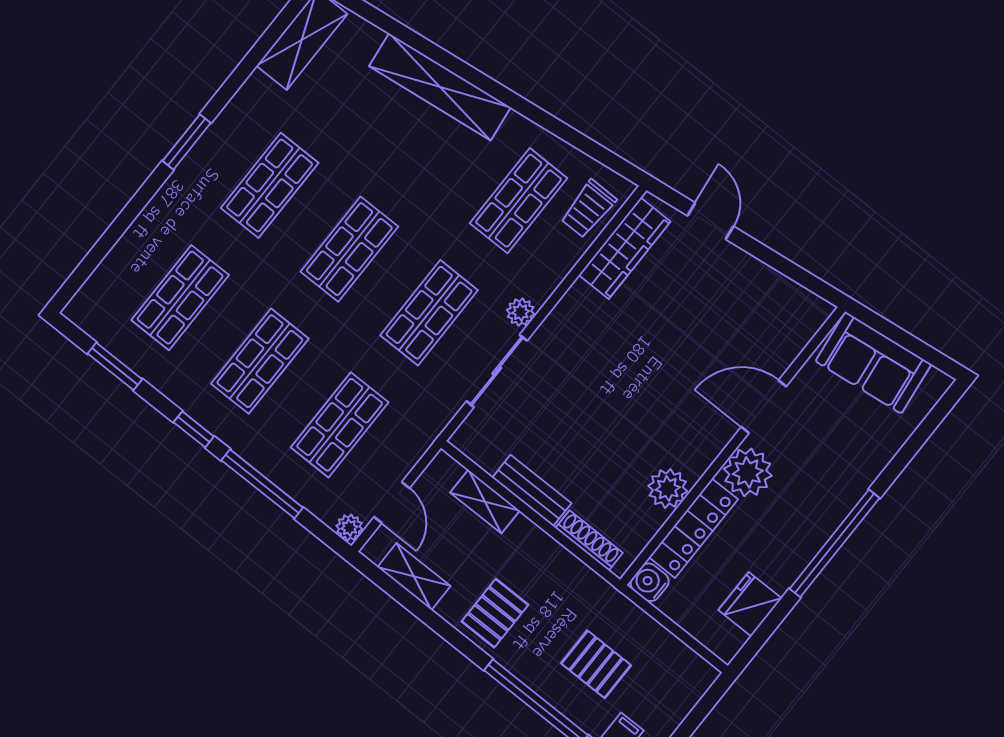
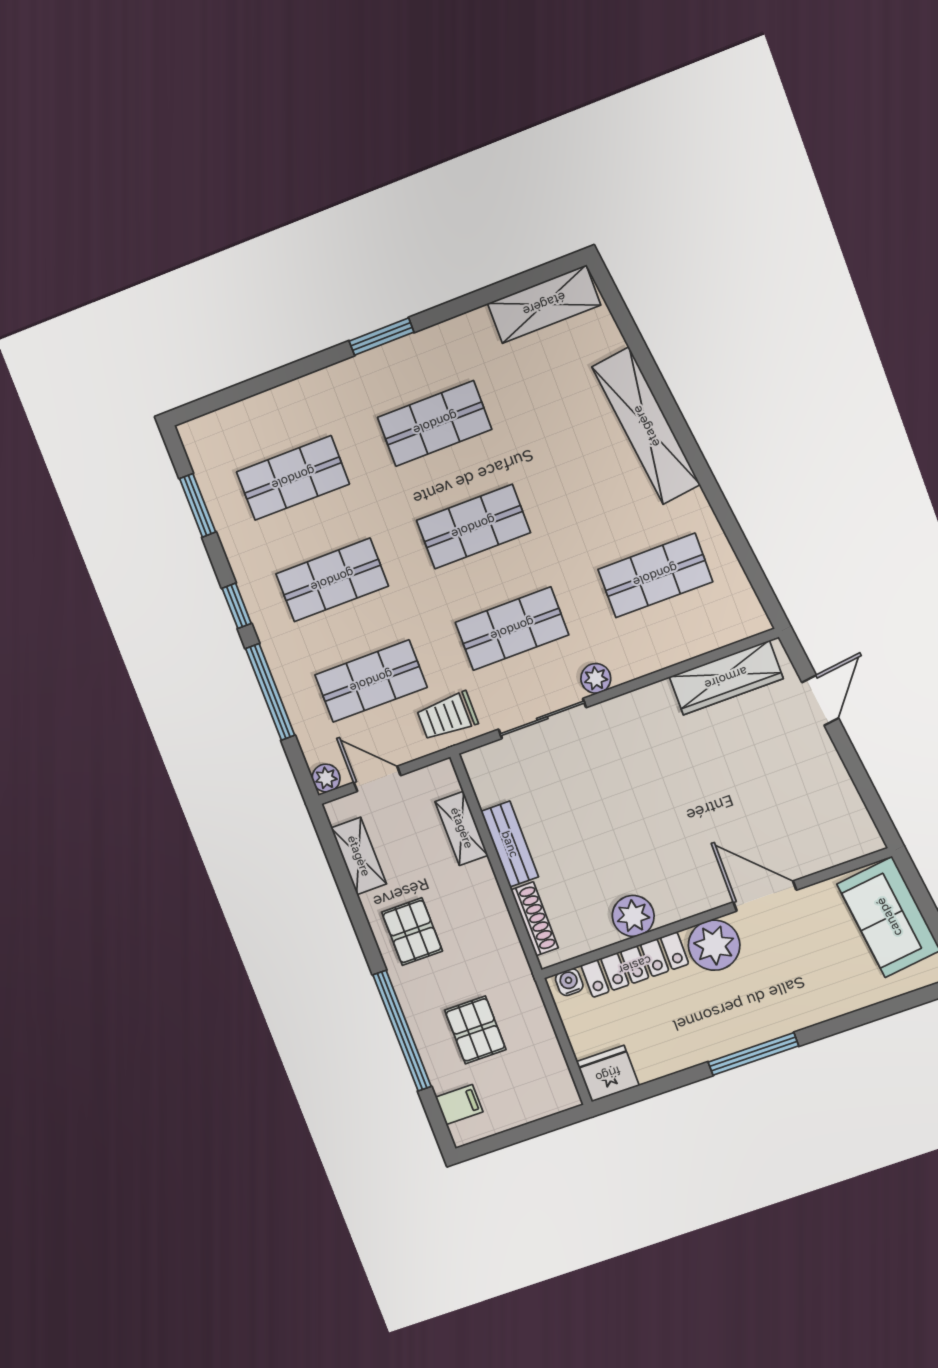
trolley: (588, 209) -> (447, 716), moved
door: (392, 503) -> (377, 779), swing flipped
window: (835, 543) -> (753, 1054), width x0.68
water cooler: (650, 582) -> (569, 982), width x0.72, depth x0.72
fridge: (750, 604) -> (608, 1074), moved
pallet: (495, 613) -> (412, 932), turned 90

